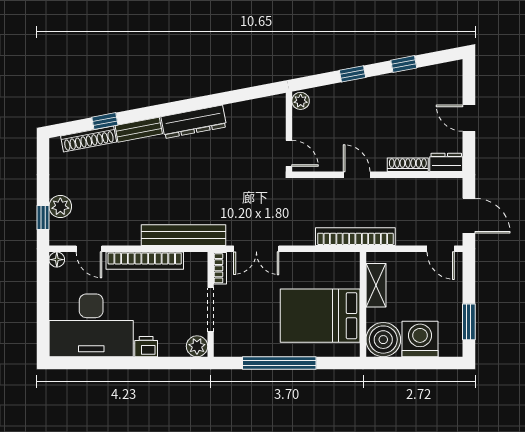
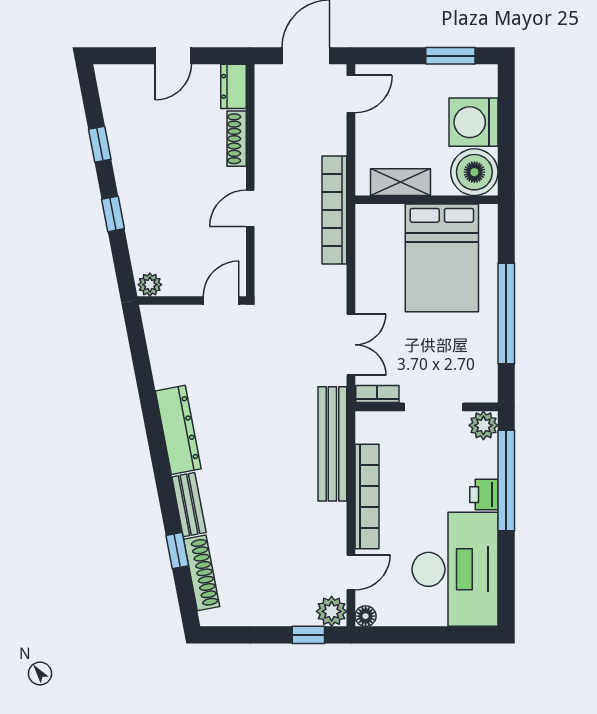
plant: (60, 206) -> (332, 611), moved
window: (156, 363) -> (506, 481), added

